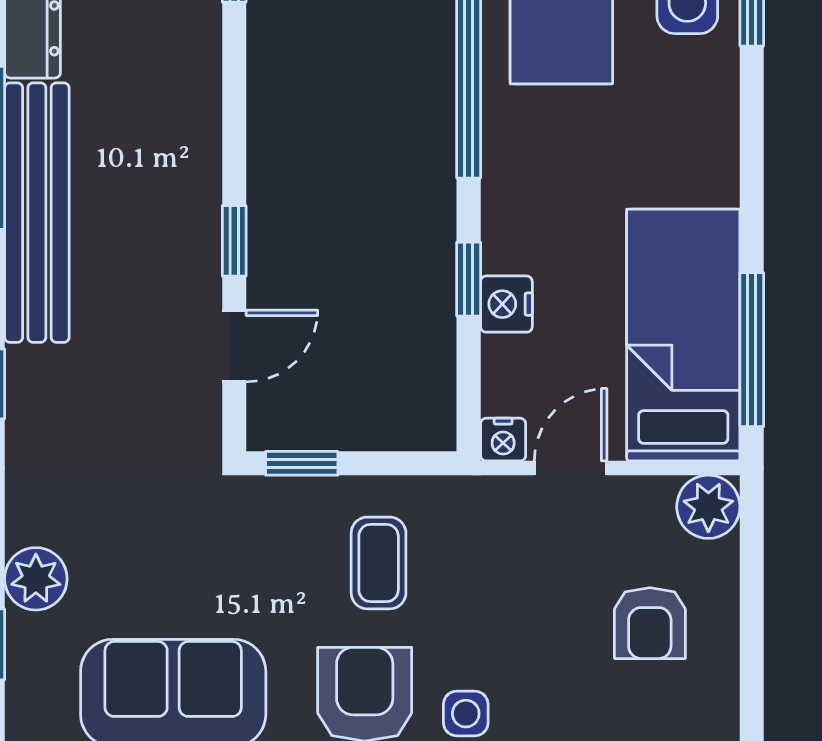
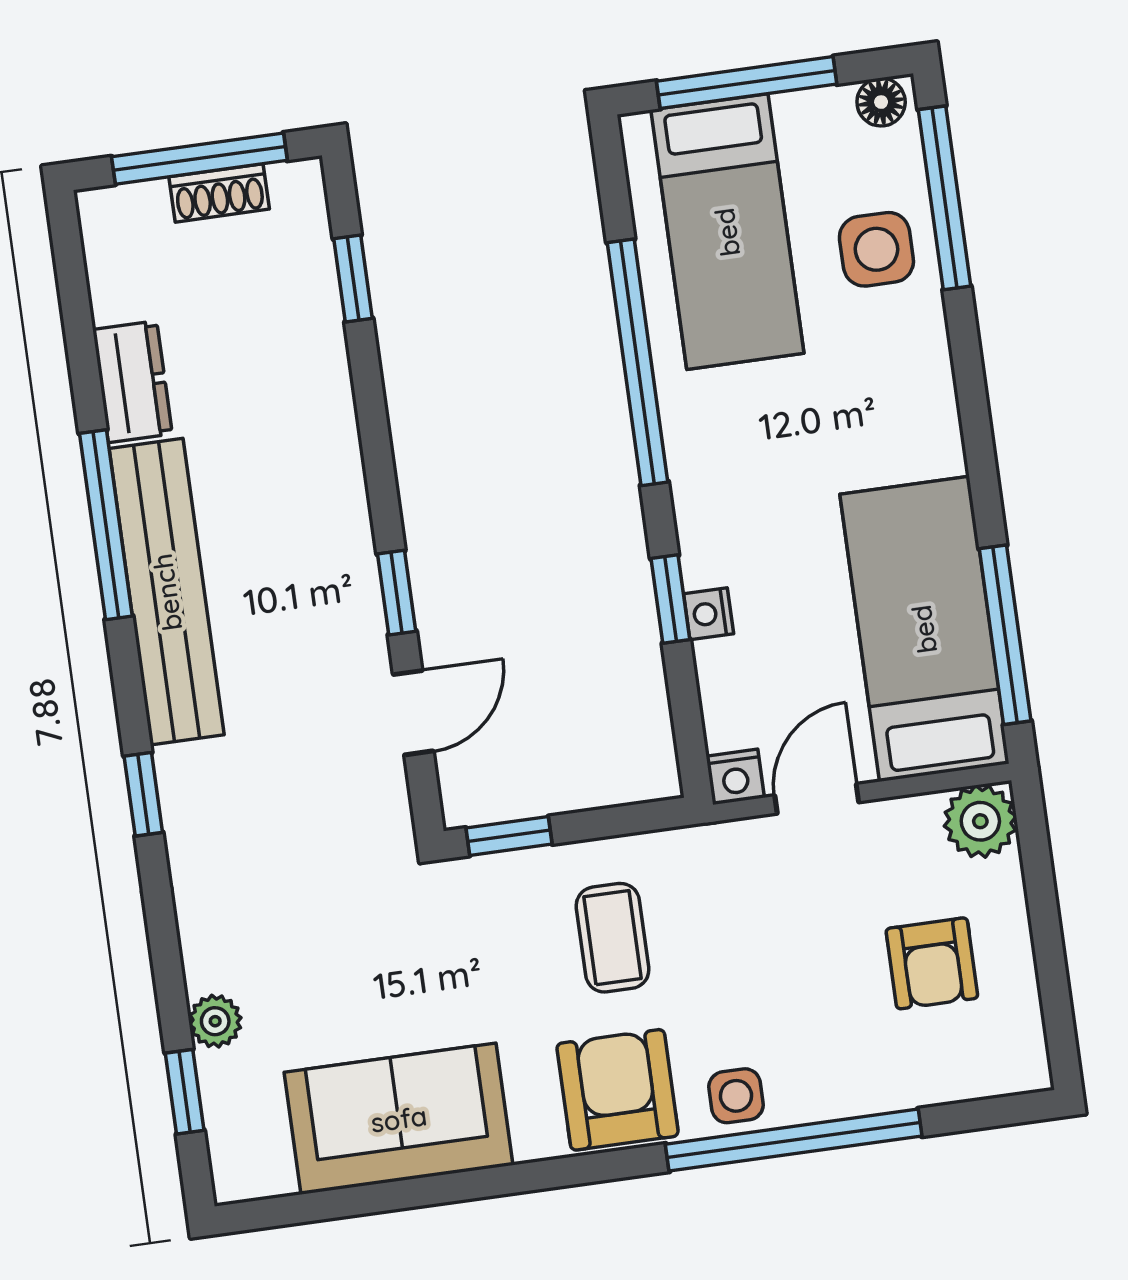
nightstand: (506, 304) -> (709, 614), width x0.72, depth x0.74
plant: (36, 579) -> (215, 1021), width x0.73, depth x0.73

